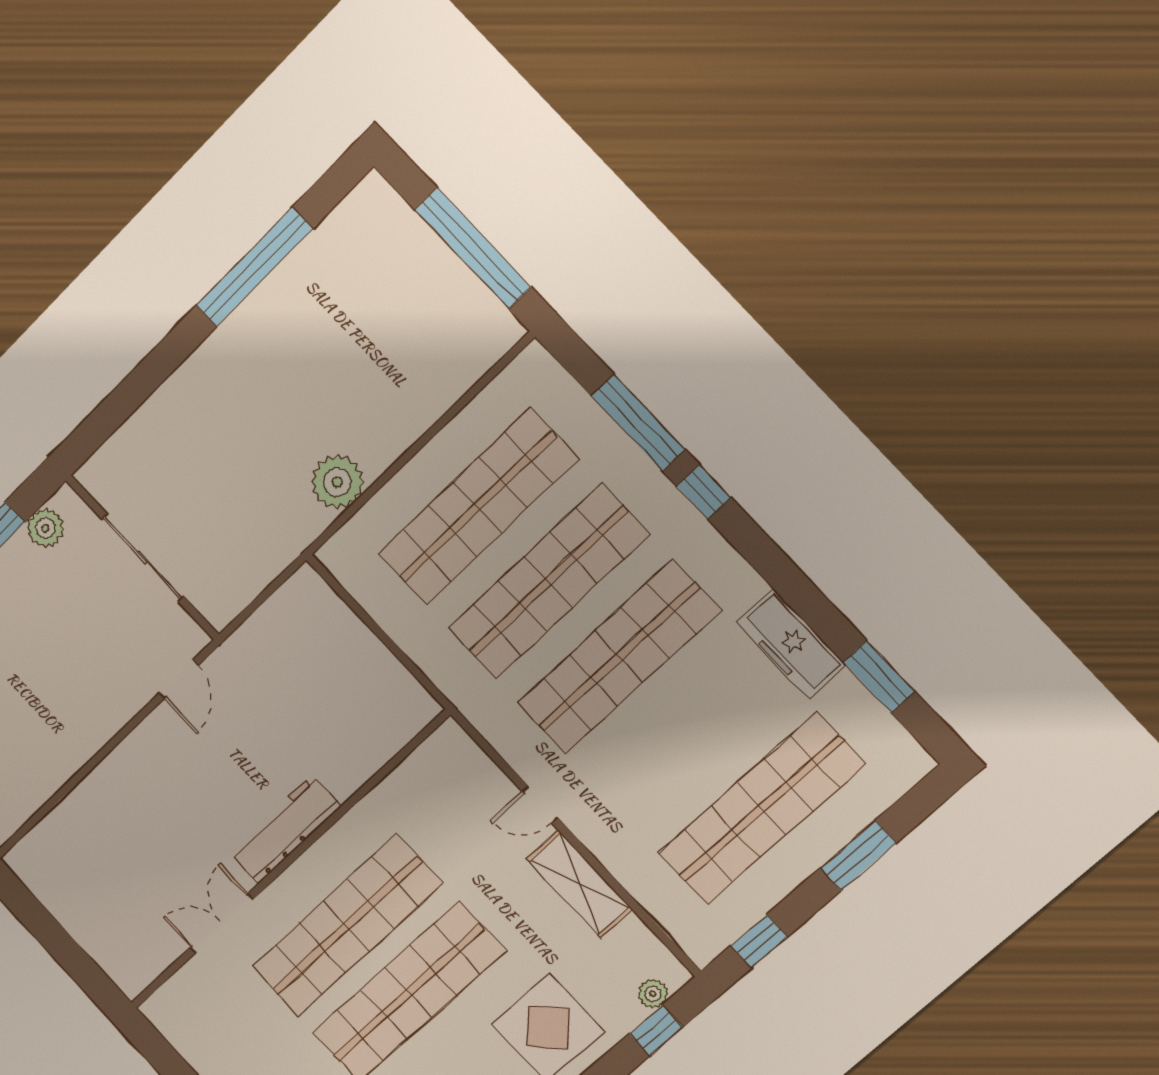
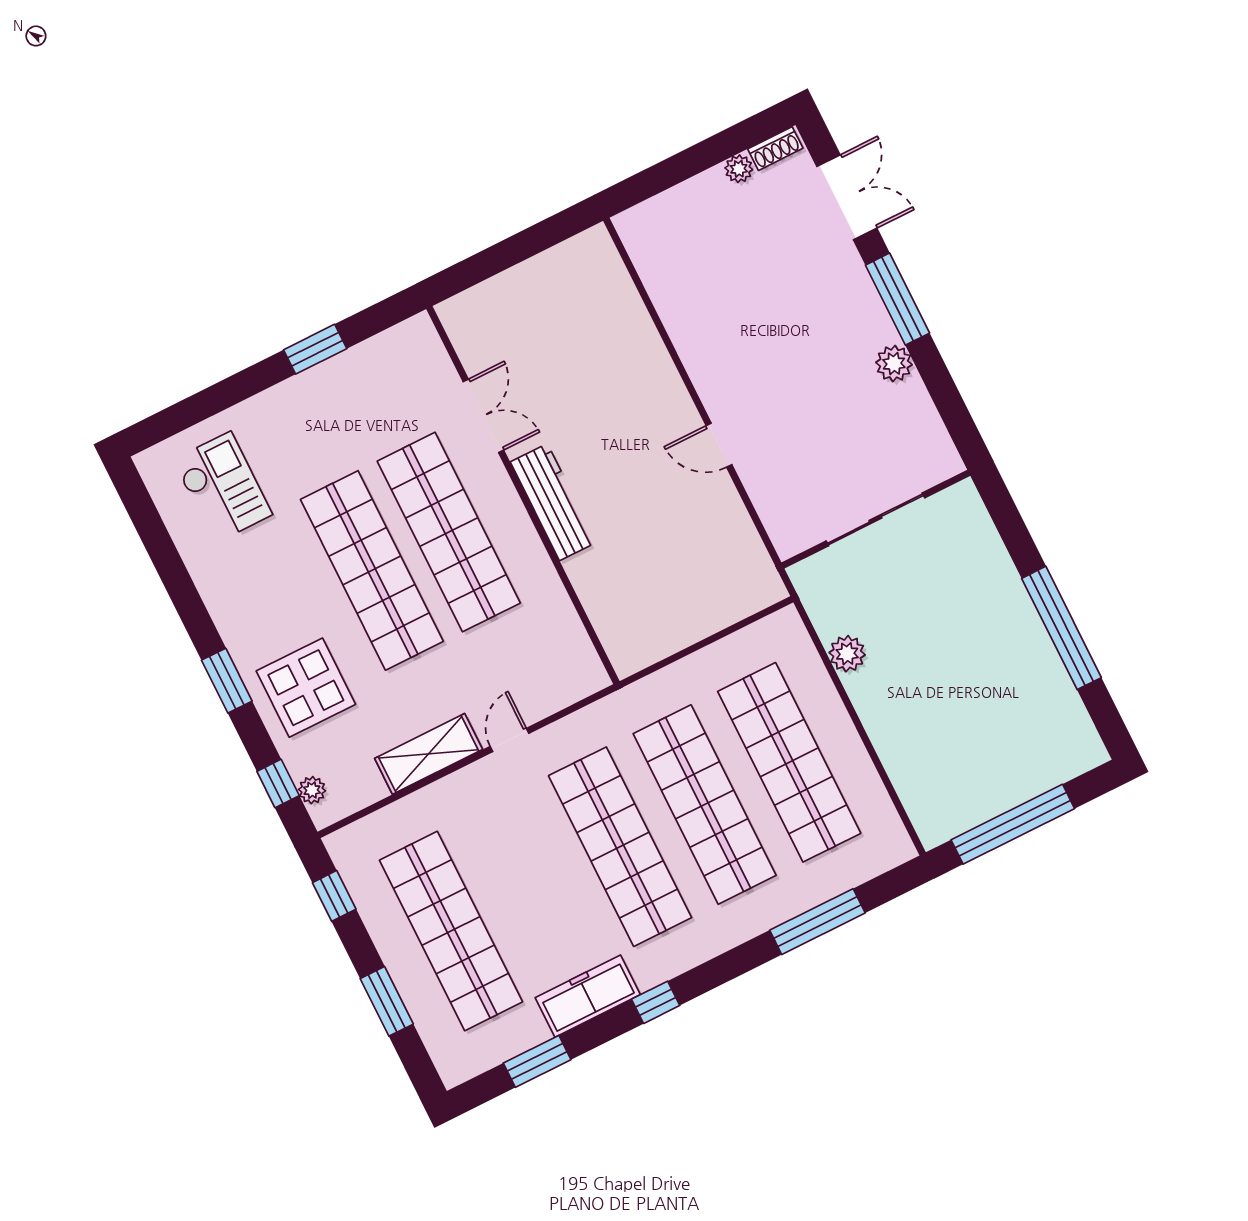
plant: (337, 482) -> (847, 654), width x0.73, depth x0.73
window: (704, 492) -> (656, 1002), moved
wall: (142, 557) -> (876, 519), moved
sliding door: (142, 558) -> (875, 519), moved

